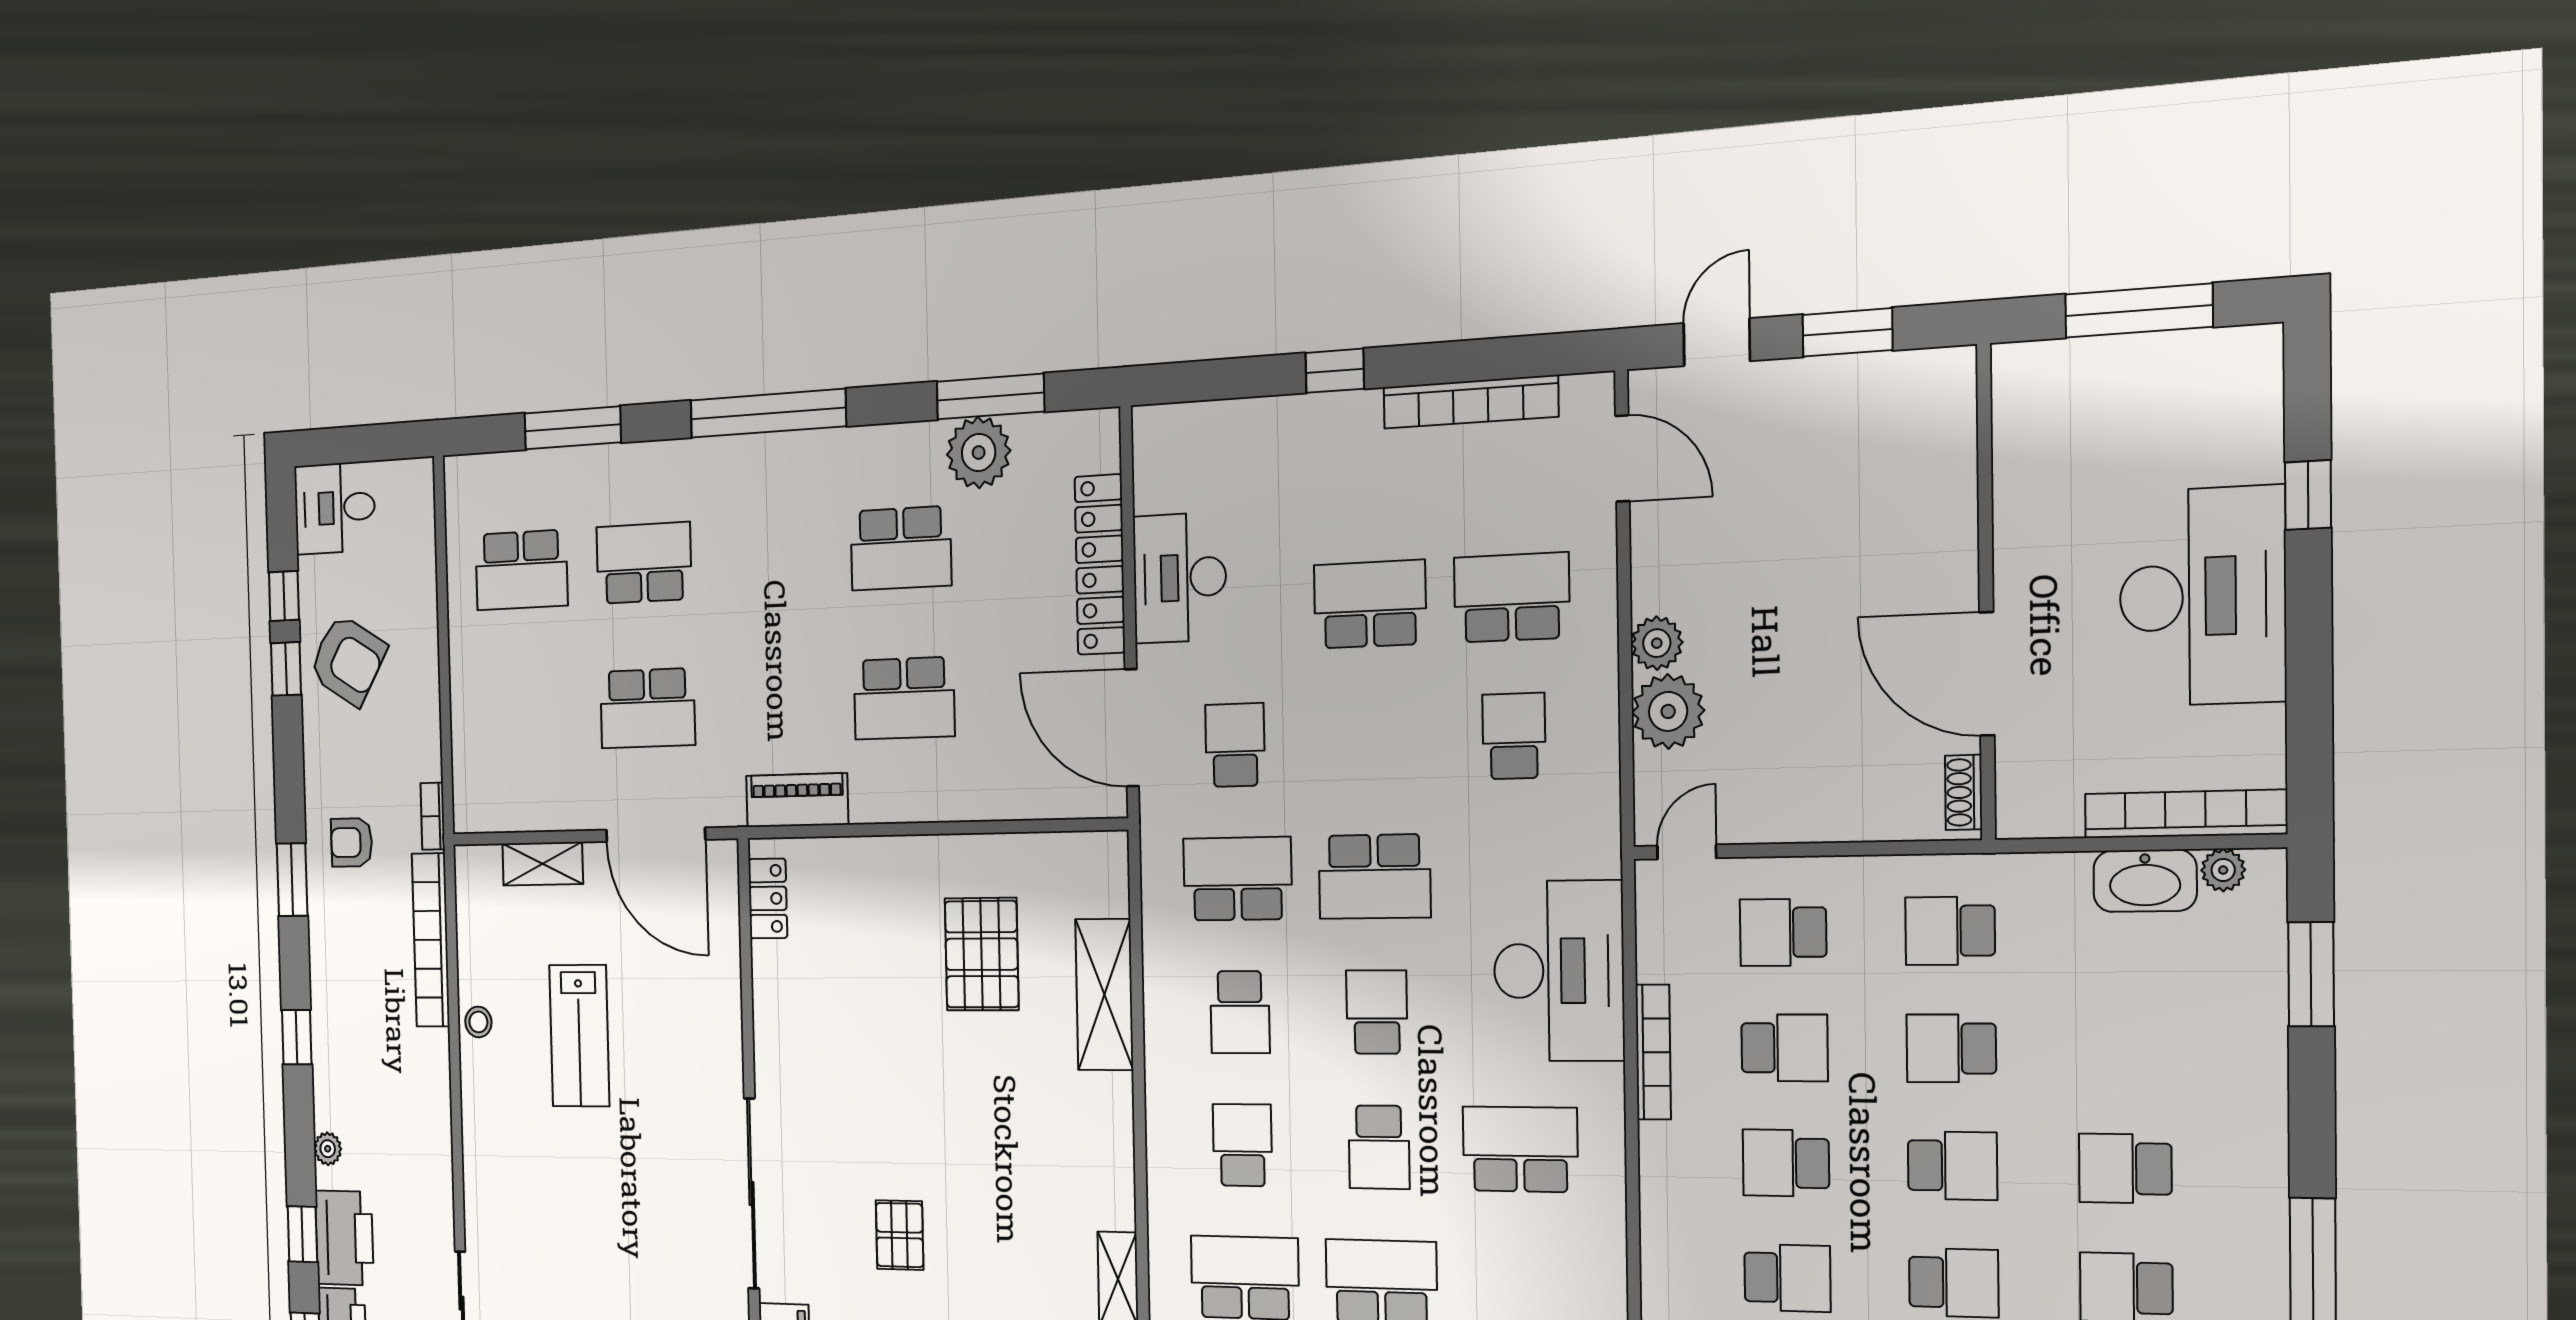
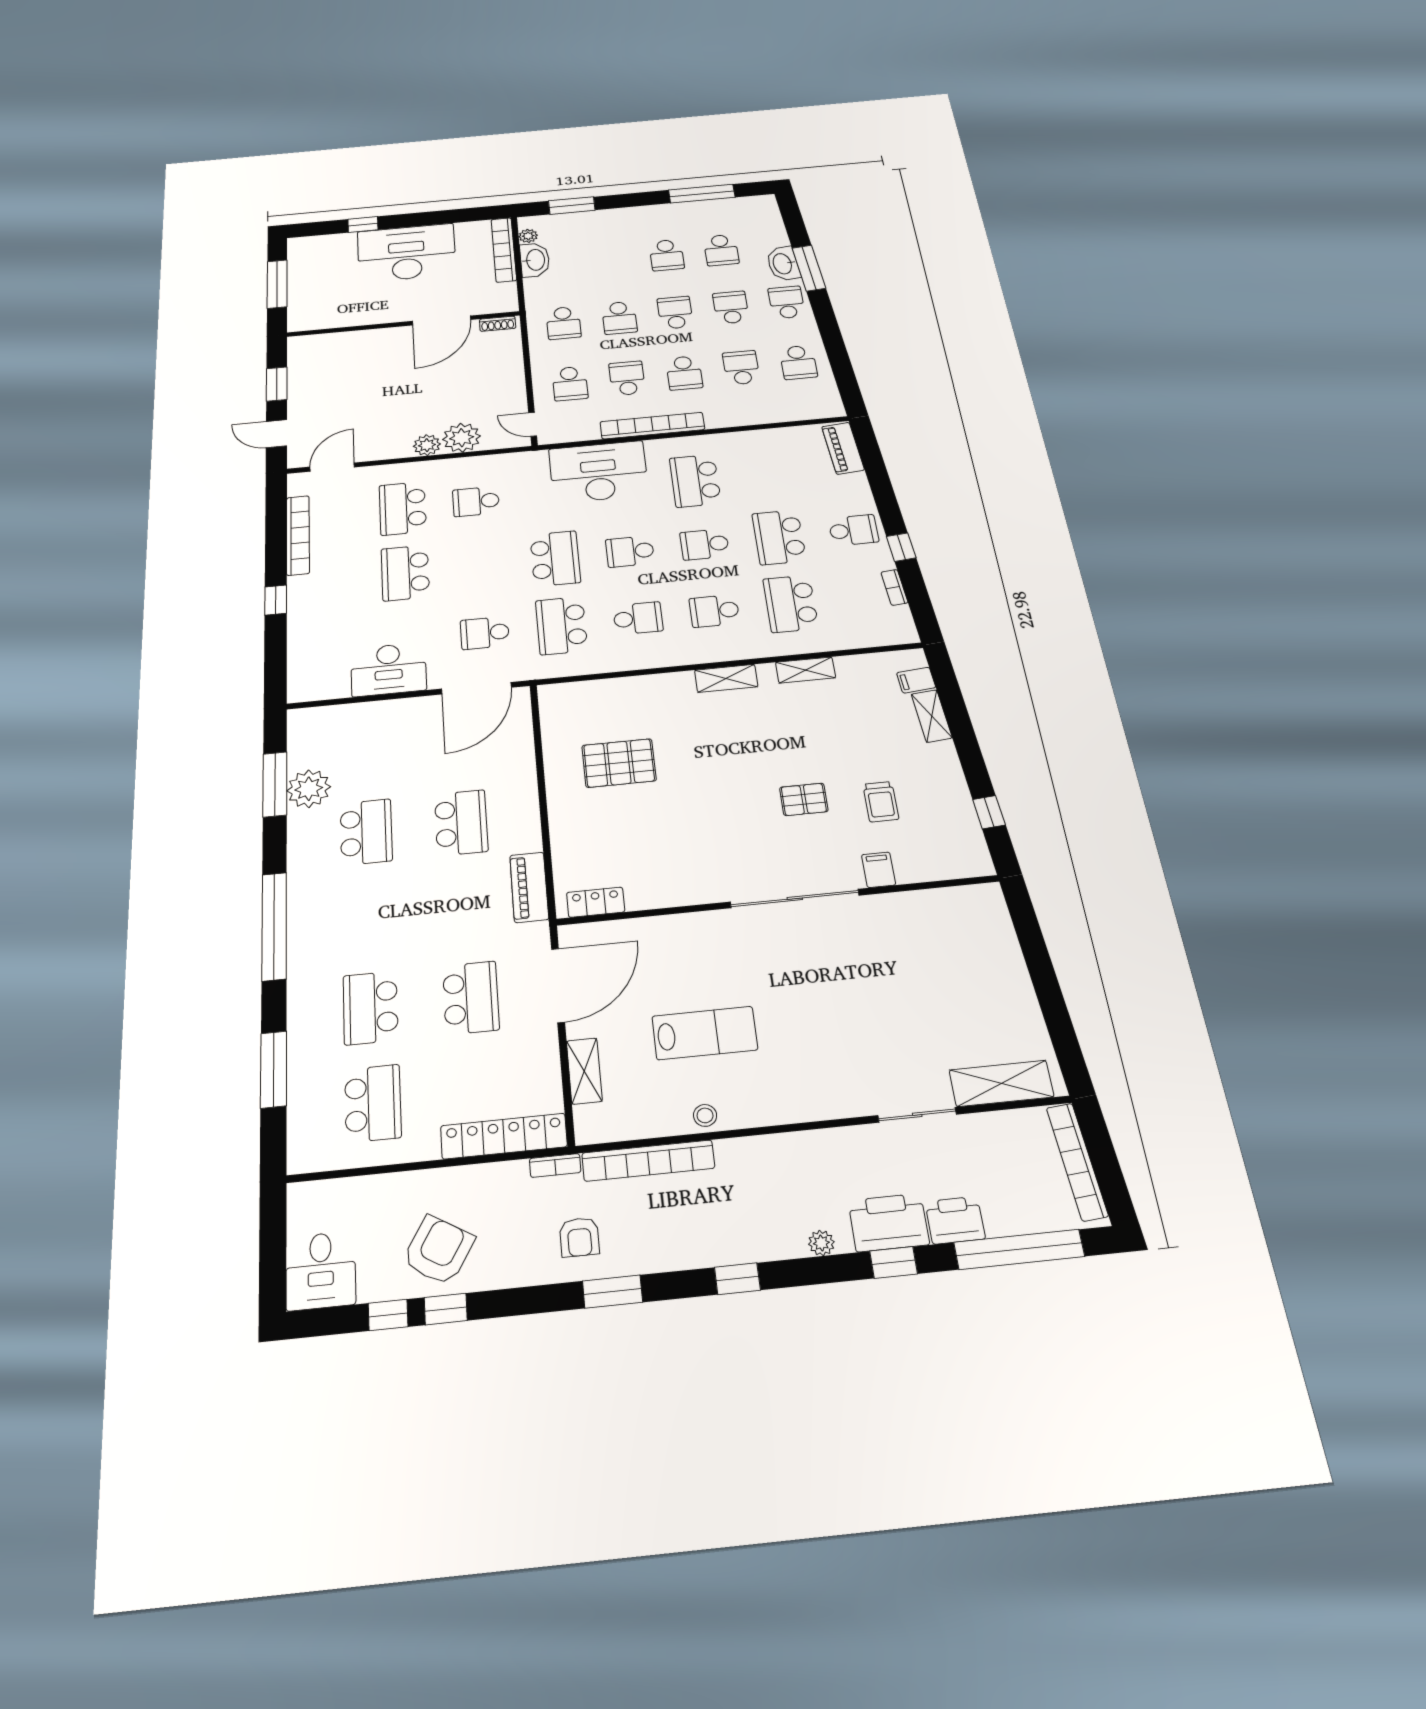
locker: (1100, 565) -> (504, 1136), moved, turned 180
shelving: (1104, 995) -> (726, 678), moved, width x0.67, depth x0.75
bookcase: (1653, 1052) -> (652, 426), width x1.48, depth x1.31
school desk: (1379, 1147) -> (705, 544), turned 180

